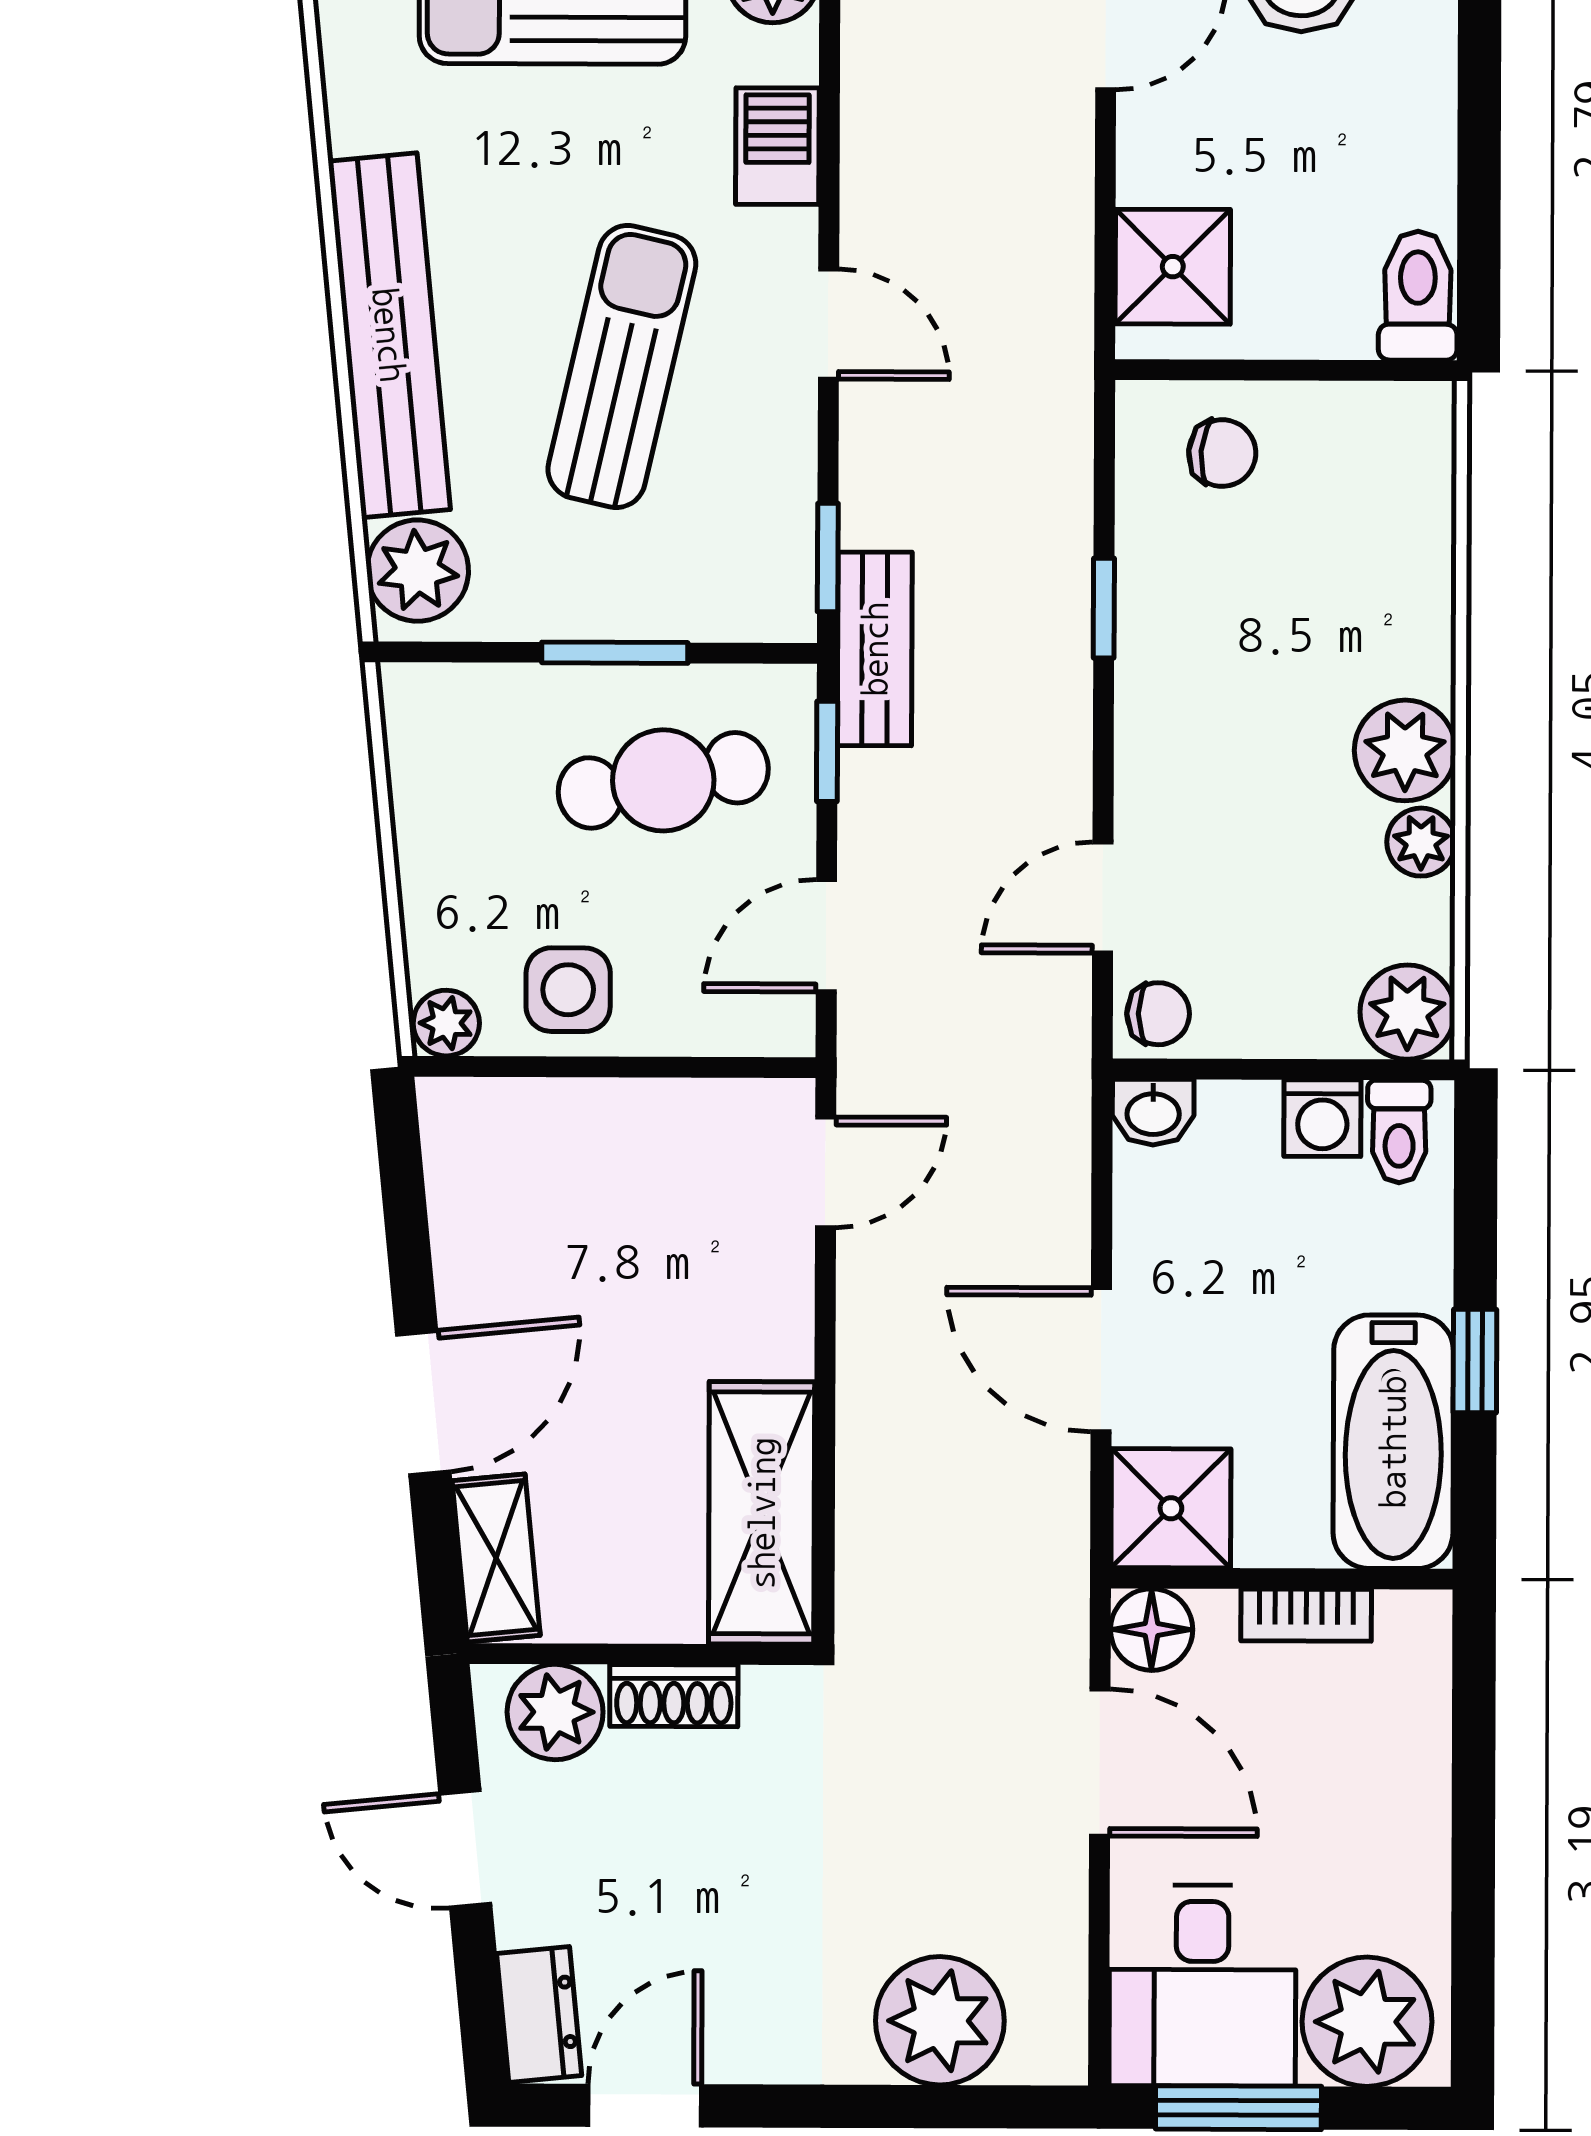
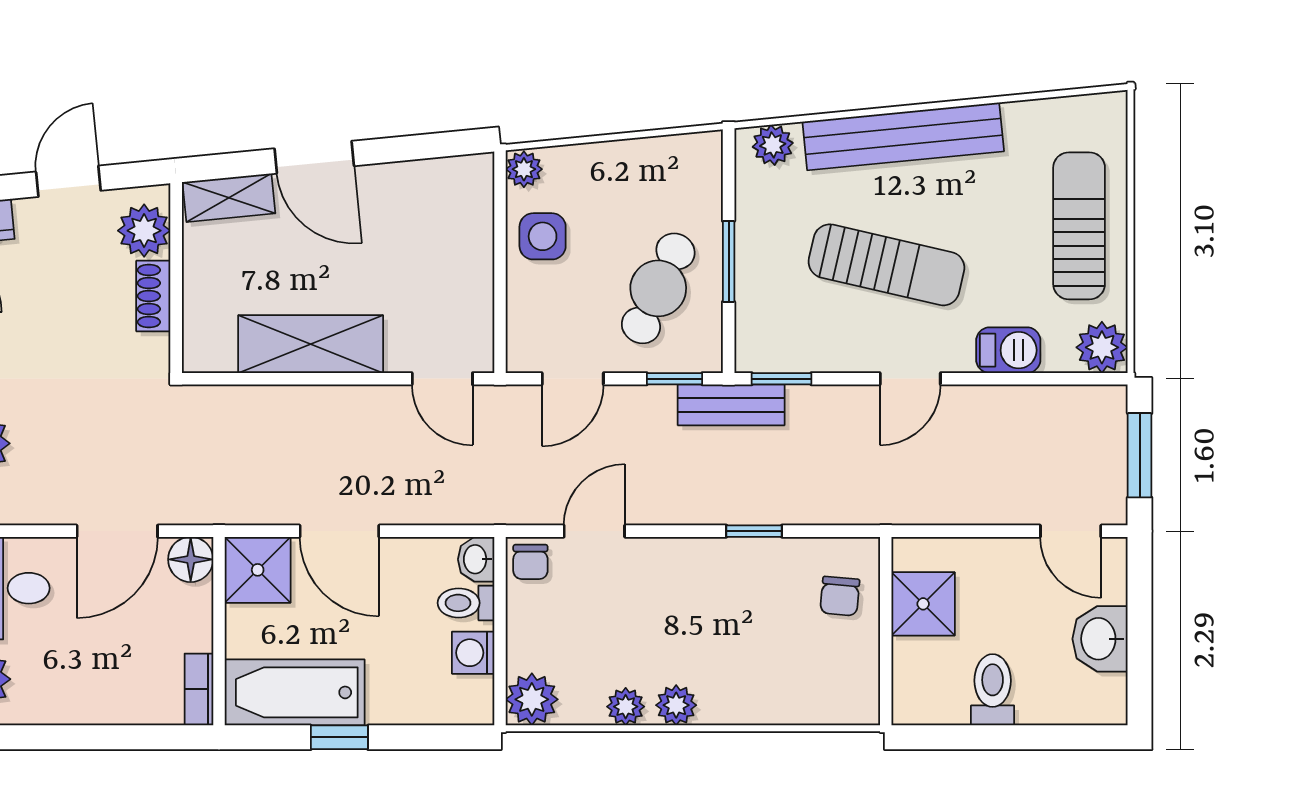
shower: (1173, 267) -> (923, 604), moved
toilet: (1418, 296) -> (993, 690), moved, turned -90
plant: (418, 571) -> (773, 145), width x0.73, depth x0.73
plant: (1405, 750) -> (676, 705), width x0.73, depth x0.73
cafe table: (663, 780) -> (658, 288), turned 35
door: (1103, 898) -> (594, 531), hinge flipped
door: (826, 936) -> (573, 379), swing flipped
toilet: (1399, 1131) -> (466, 603), moved
door: (1101, 1360) -> (339, 531), swing flipped
shelving: (762, 1513) -> (311, 344), moved
bookcase: (1306, 1615) -> (199, 689), moved

